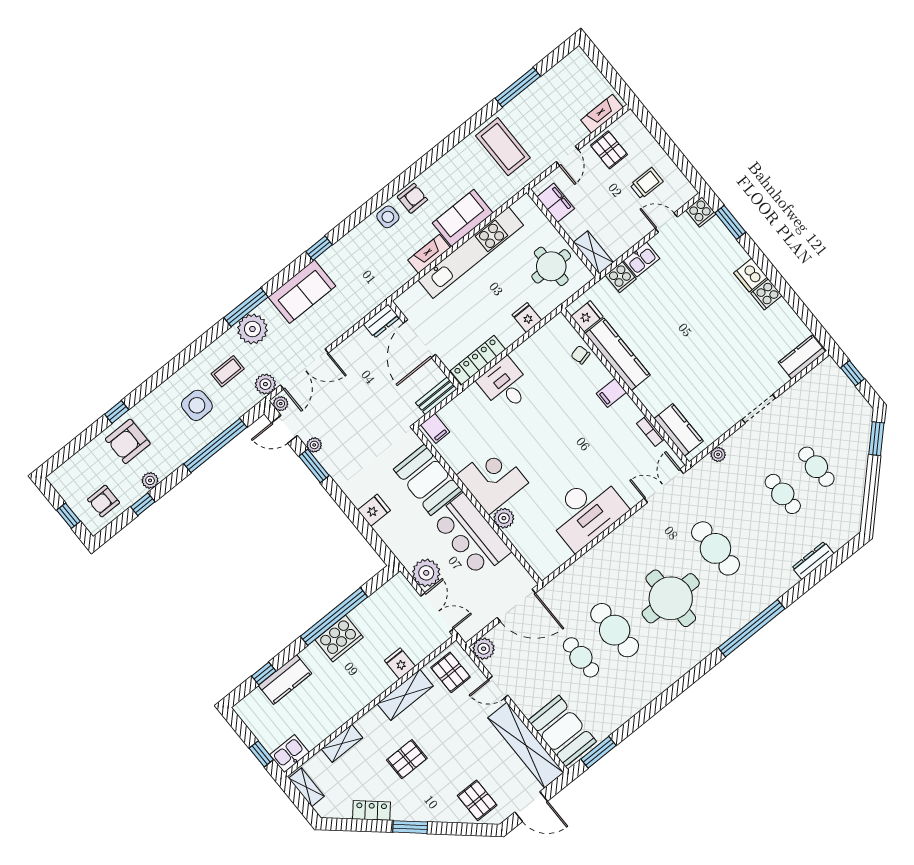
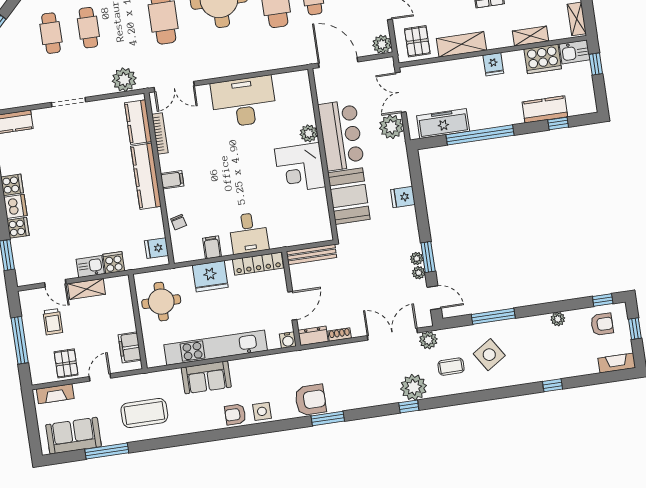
window: (668, 146) -> (20, 340), added
coffee table: (503, 147) -> (144, 413), turned 90
trolley: (646, 183) -> (53, 322), turned -90
cooker: (701, 212) -> (18, 228), moved, turned 90
window: (319, 248) -> (328, 418), width x1.50
shelving: (593, 252) -> (86, 289), moved, turned 90
fireplace: (429, 254) -> (617, 363), moved, turned 180
sofa: (302, 292) -> (74, 436), moved
water cooler: (404, 302) -> (288, 340), added
window: (246, 307) -> (409, 406), width x0.46
fridge: (527, 318) -> (210, 276), width x1.88, depth x1.34
shoe rack: (356, 338) -> (340, 335), added
door: (420, 339) -> (292, 306), width x0.73
kitchen counter: (618, 354) -> (146, 176), moved
bench: (436, 396) -> (312, 254), width x1.36
plant: (281, 404) -> (417, 259), moved
side table: (197, 405) -> (489, 355), turned -33
filing cabinet: (435, 428) -> (212, 247), moved
bookcase: (651, 431) -> (160, 133), width x1.56
armchair: (128, 441) -> (310, 400), moved
window: (215, 446) -> (493, 316), width x0.68
plant: (718, 454) -> (124, 80), width x1.88, depth x1.88
window: (143, 504) -> (603, 300), moved
freezer: (377, 606) -> (443, 124), added
cooker: (339, 638) -> (543, 59), moved, turned 180
fridge: (400, 663) -> (493, 64), moved

